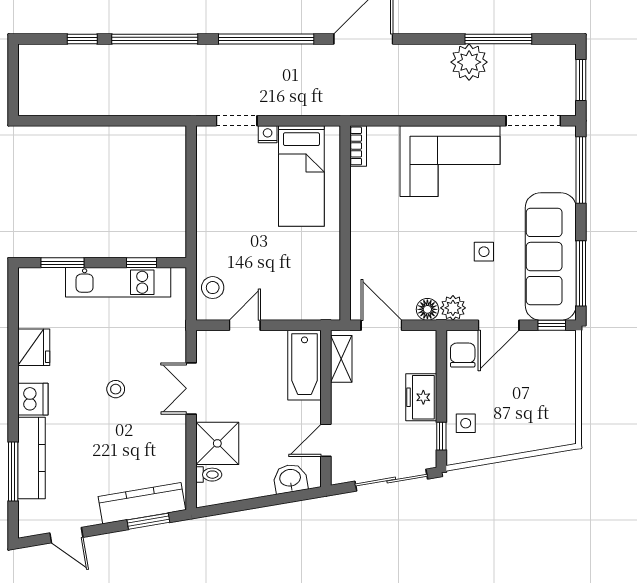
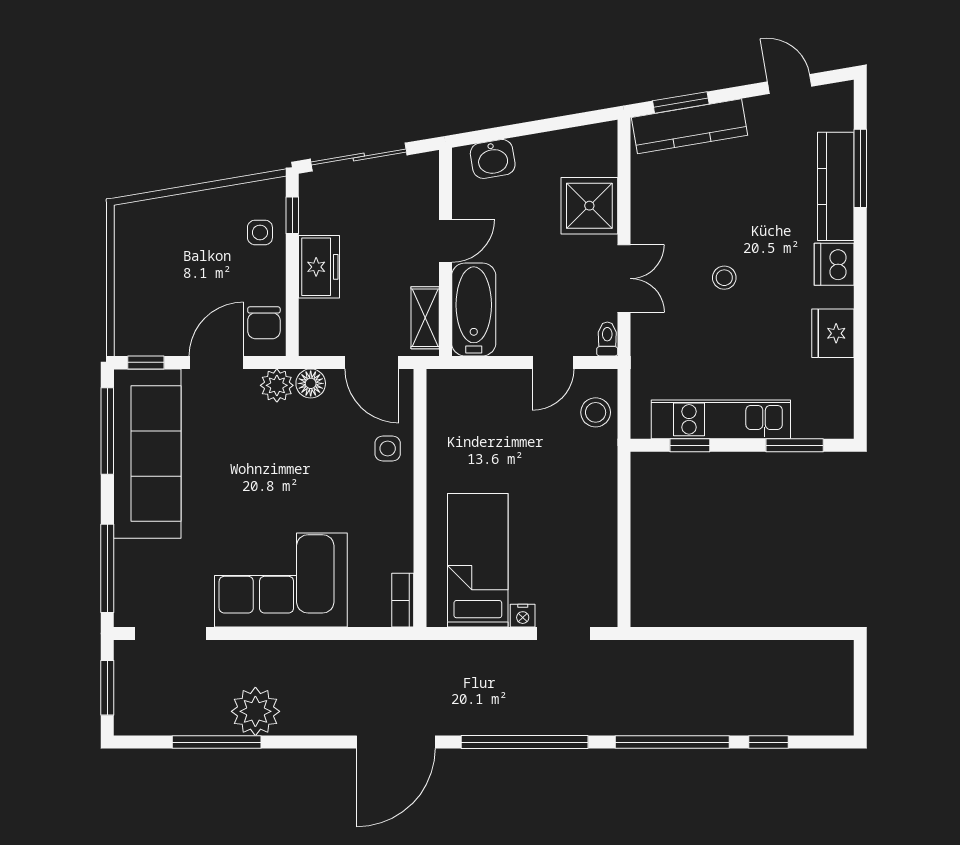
side table: (484, 252) -> (388, 449), moved
door: (326, 440) -> (445, 241), moved
toilet: (209, 475) -> (607, 339), moved, turned 90

